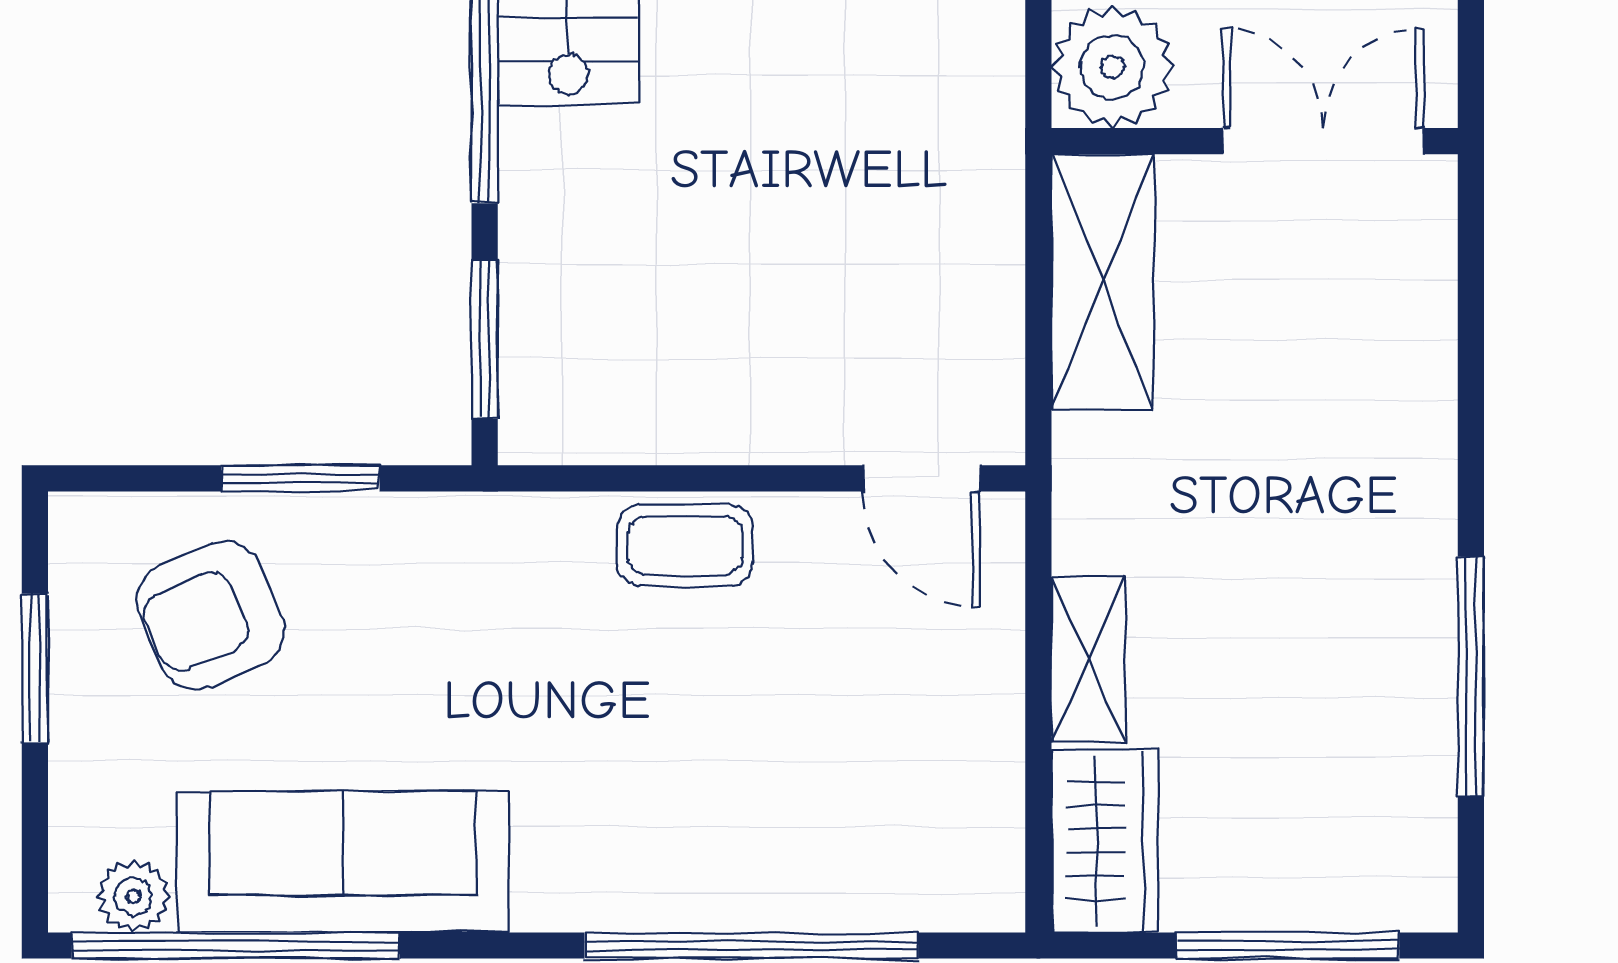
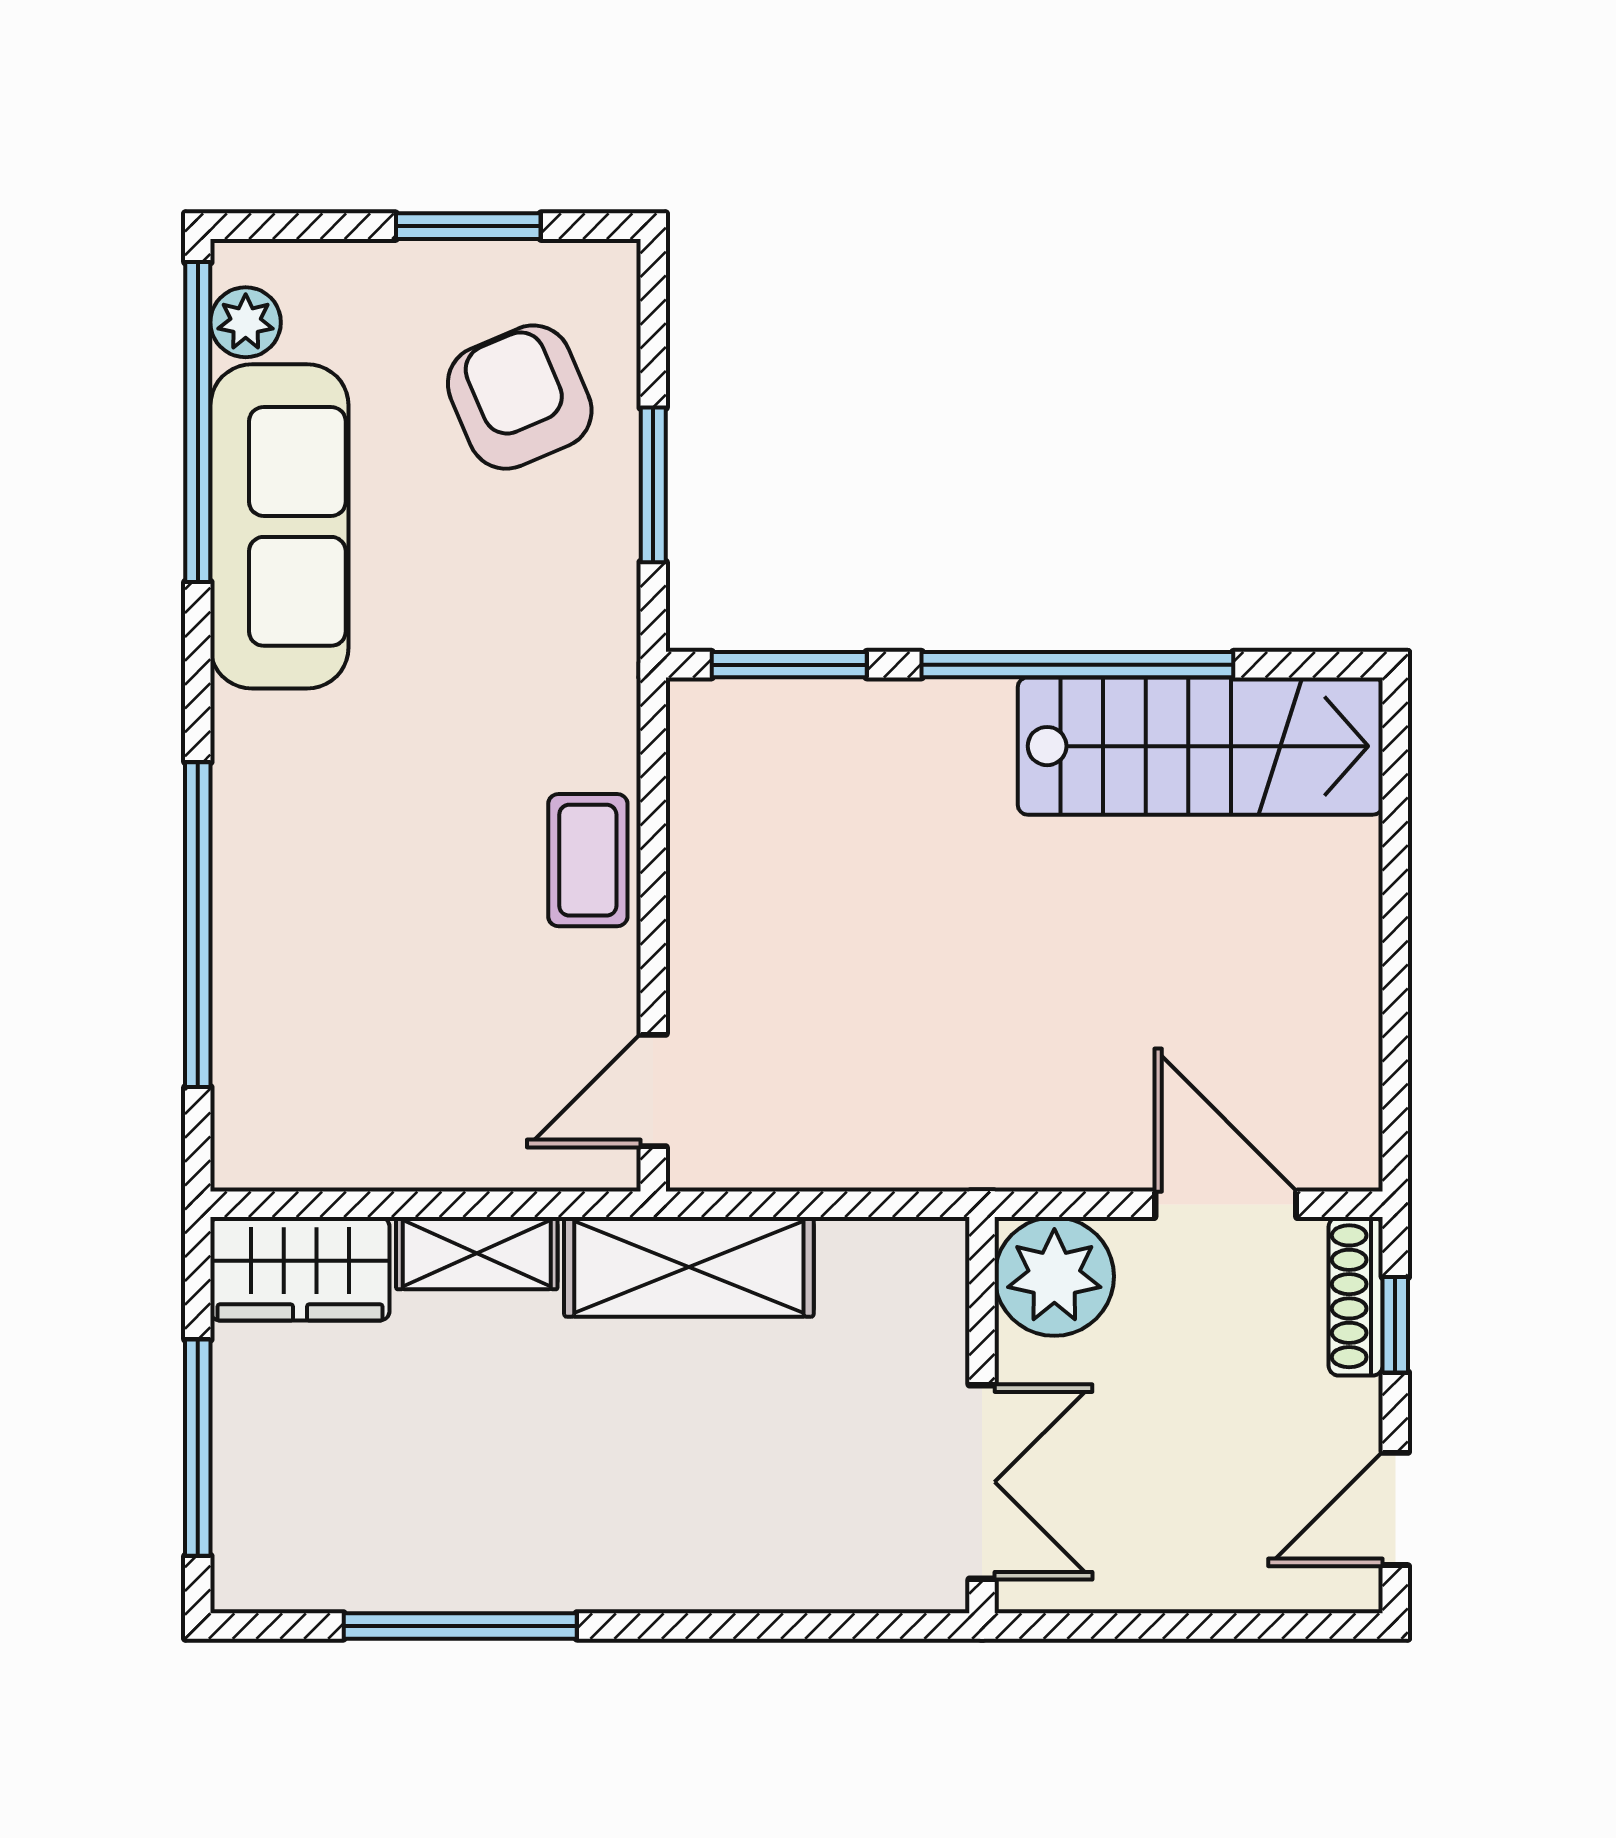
shelving: (1102, 282) -> (689, 1267), moved

